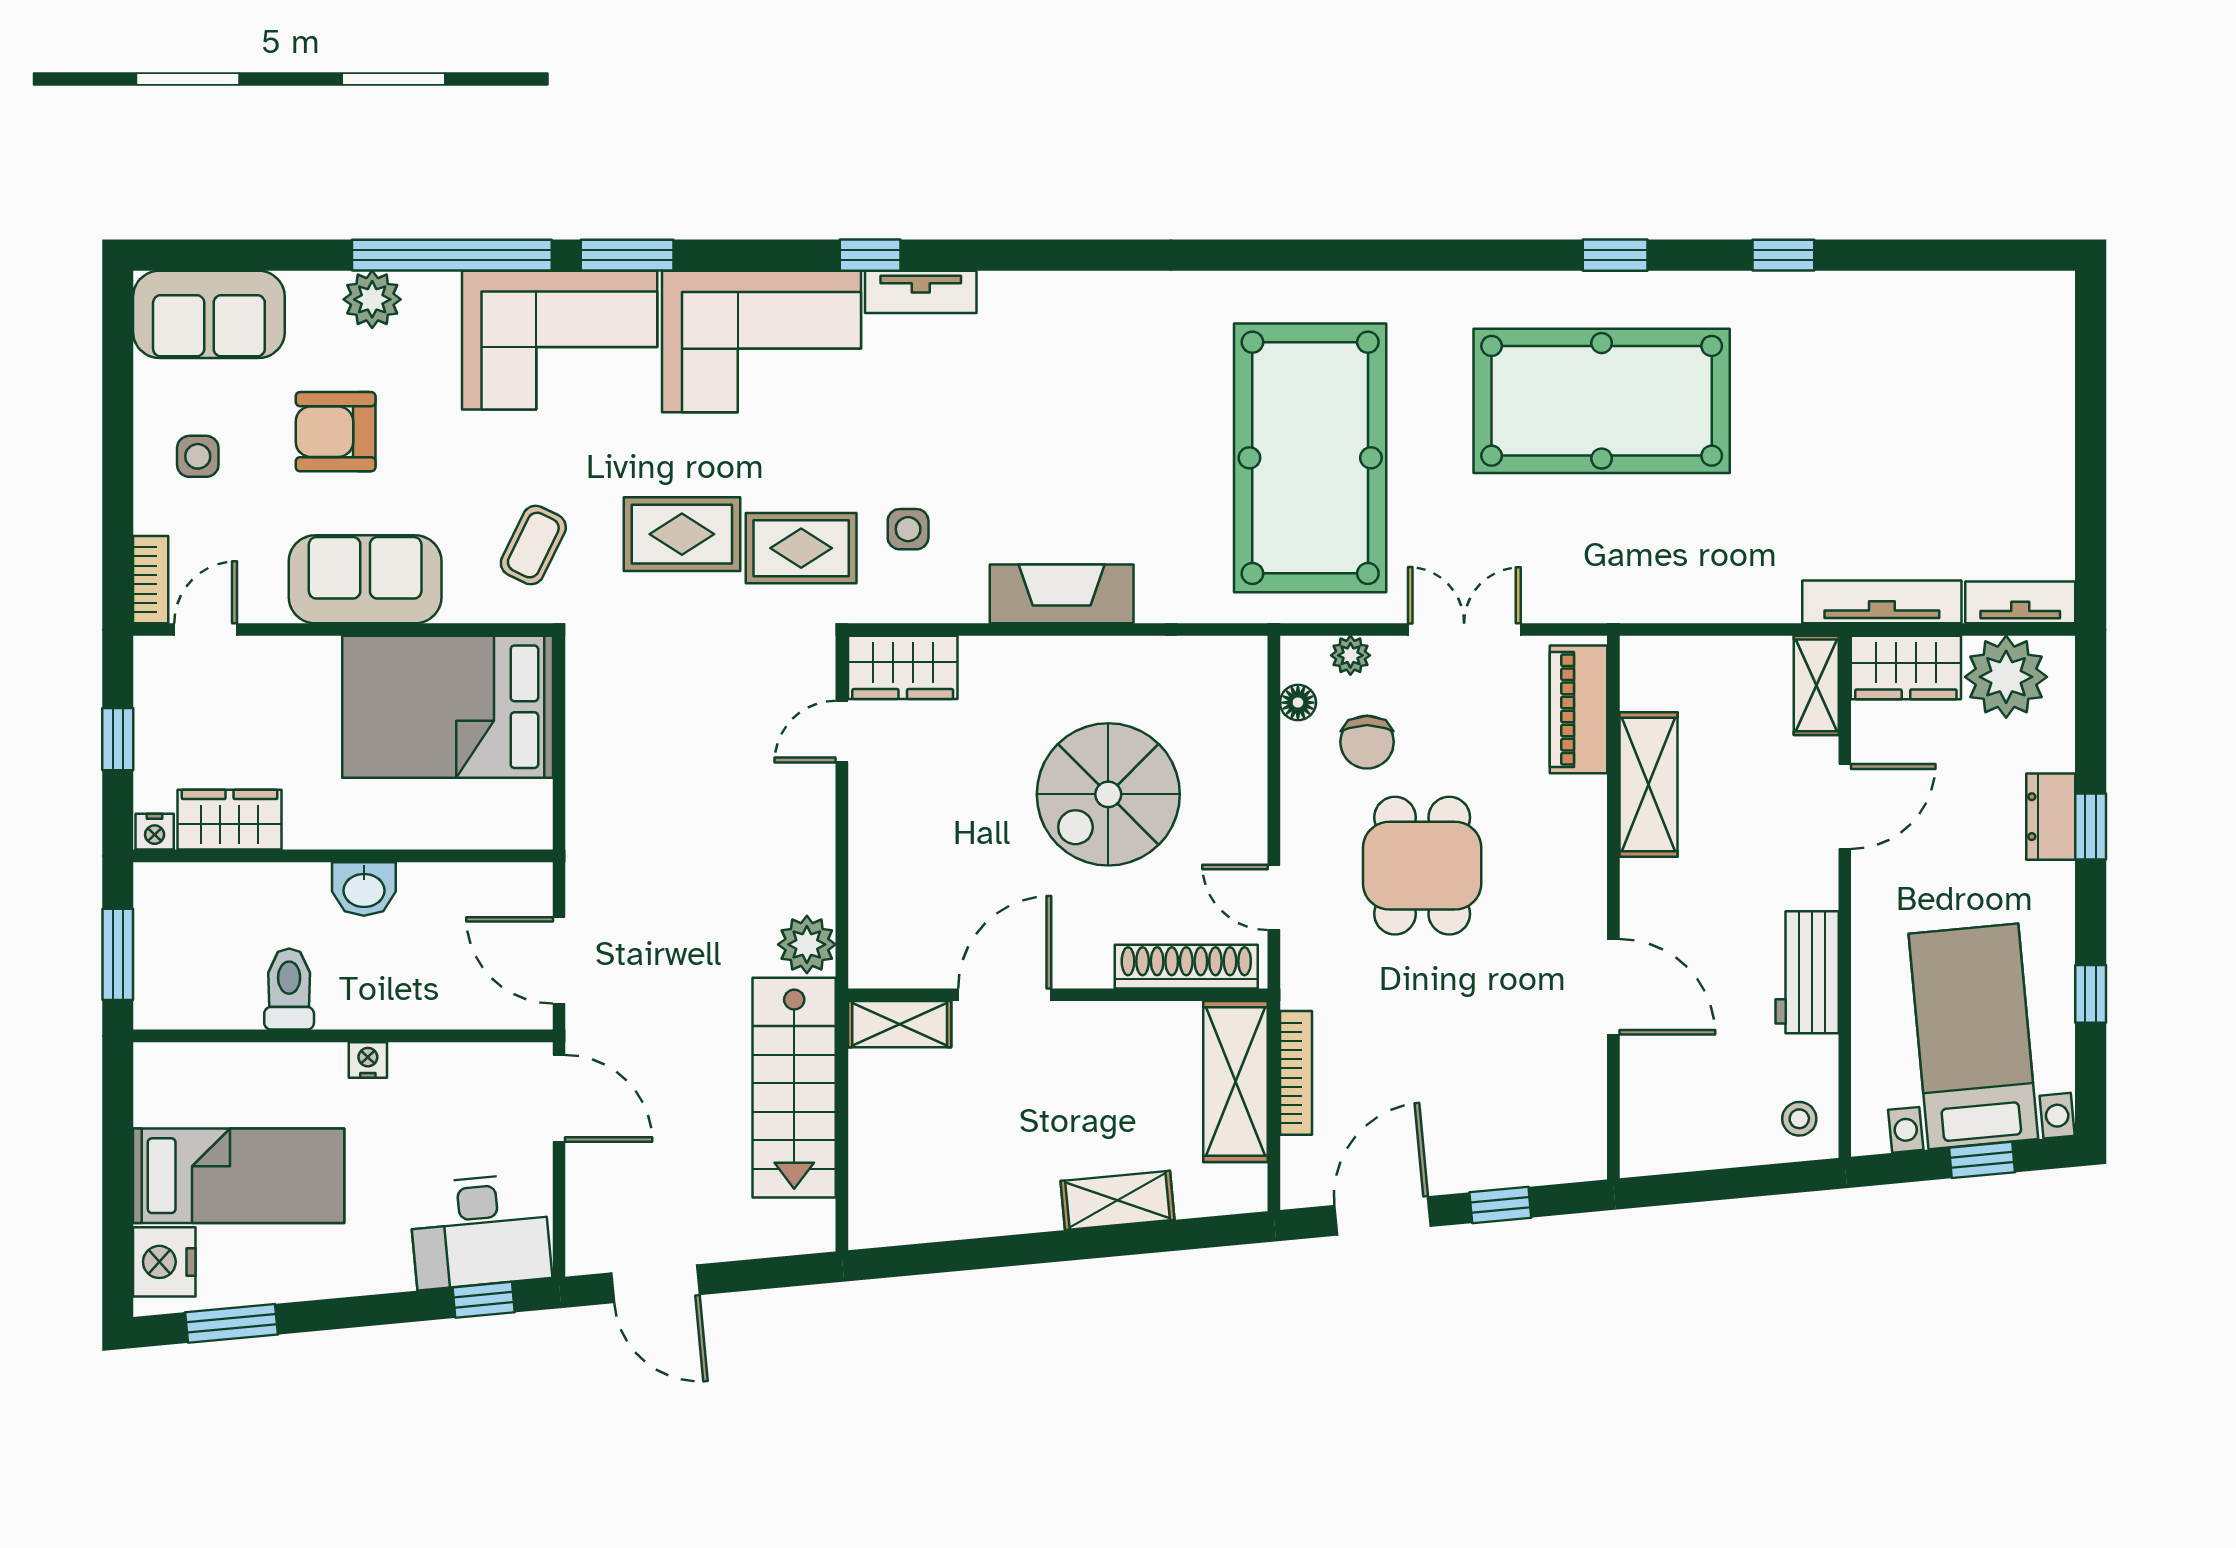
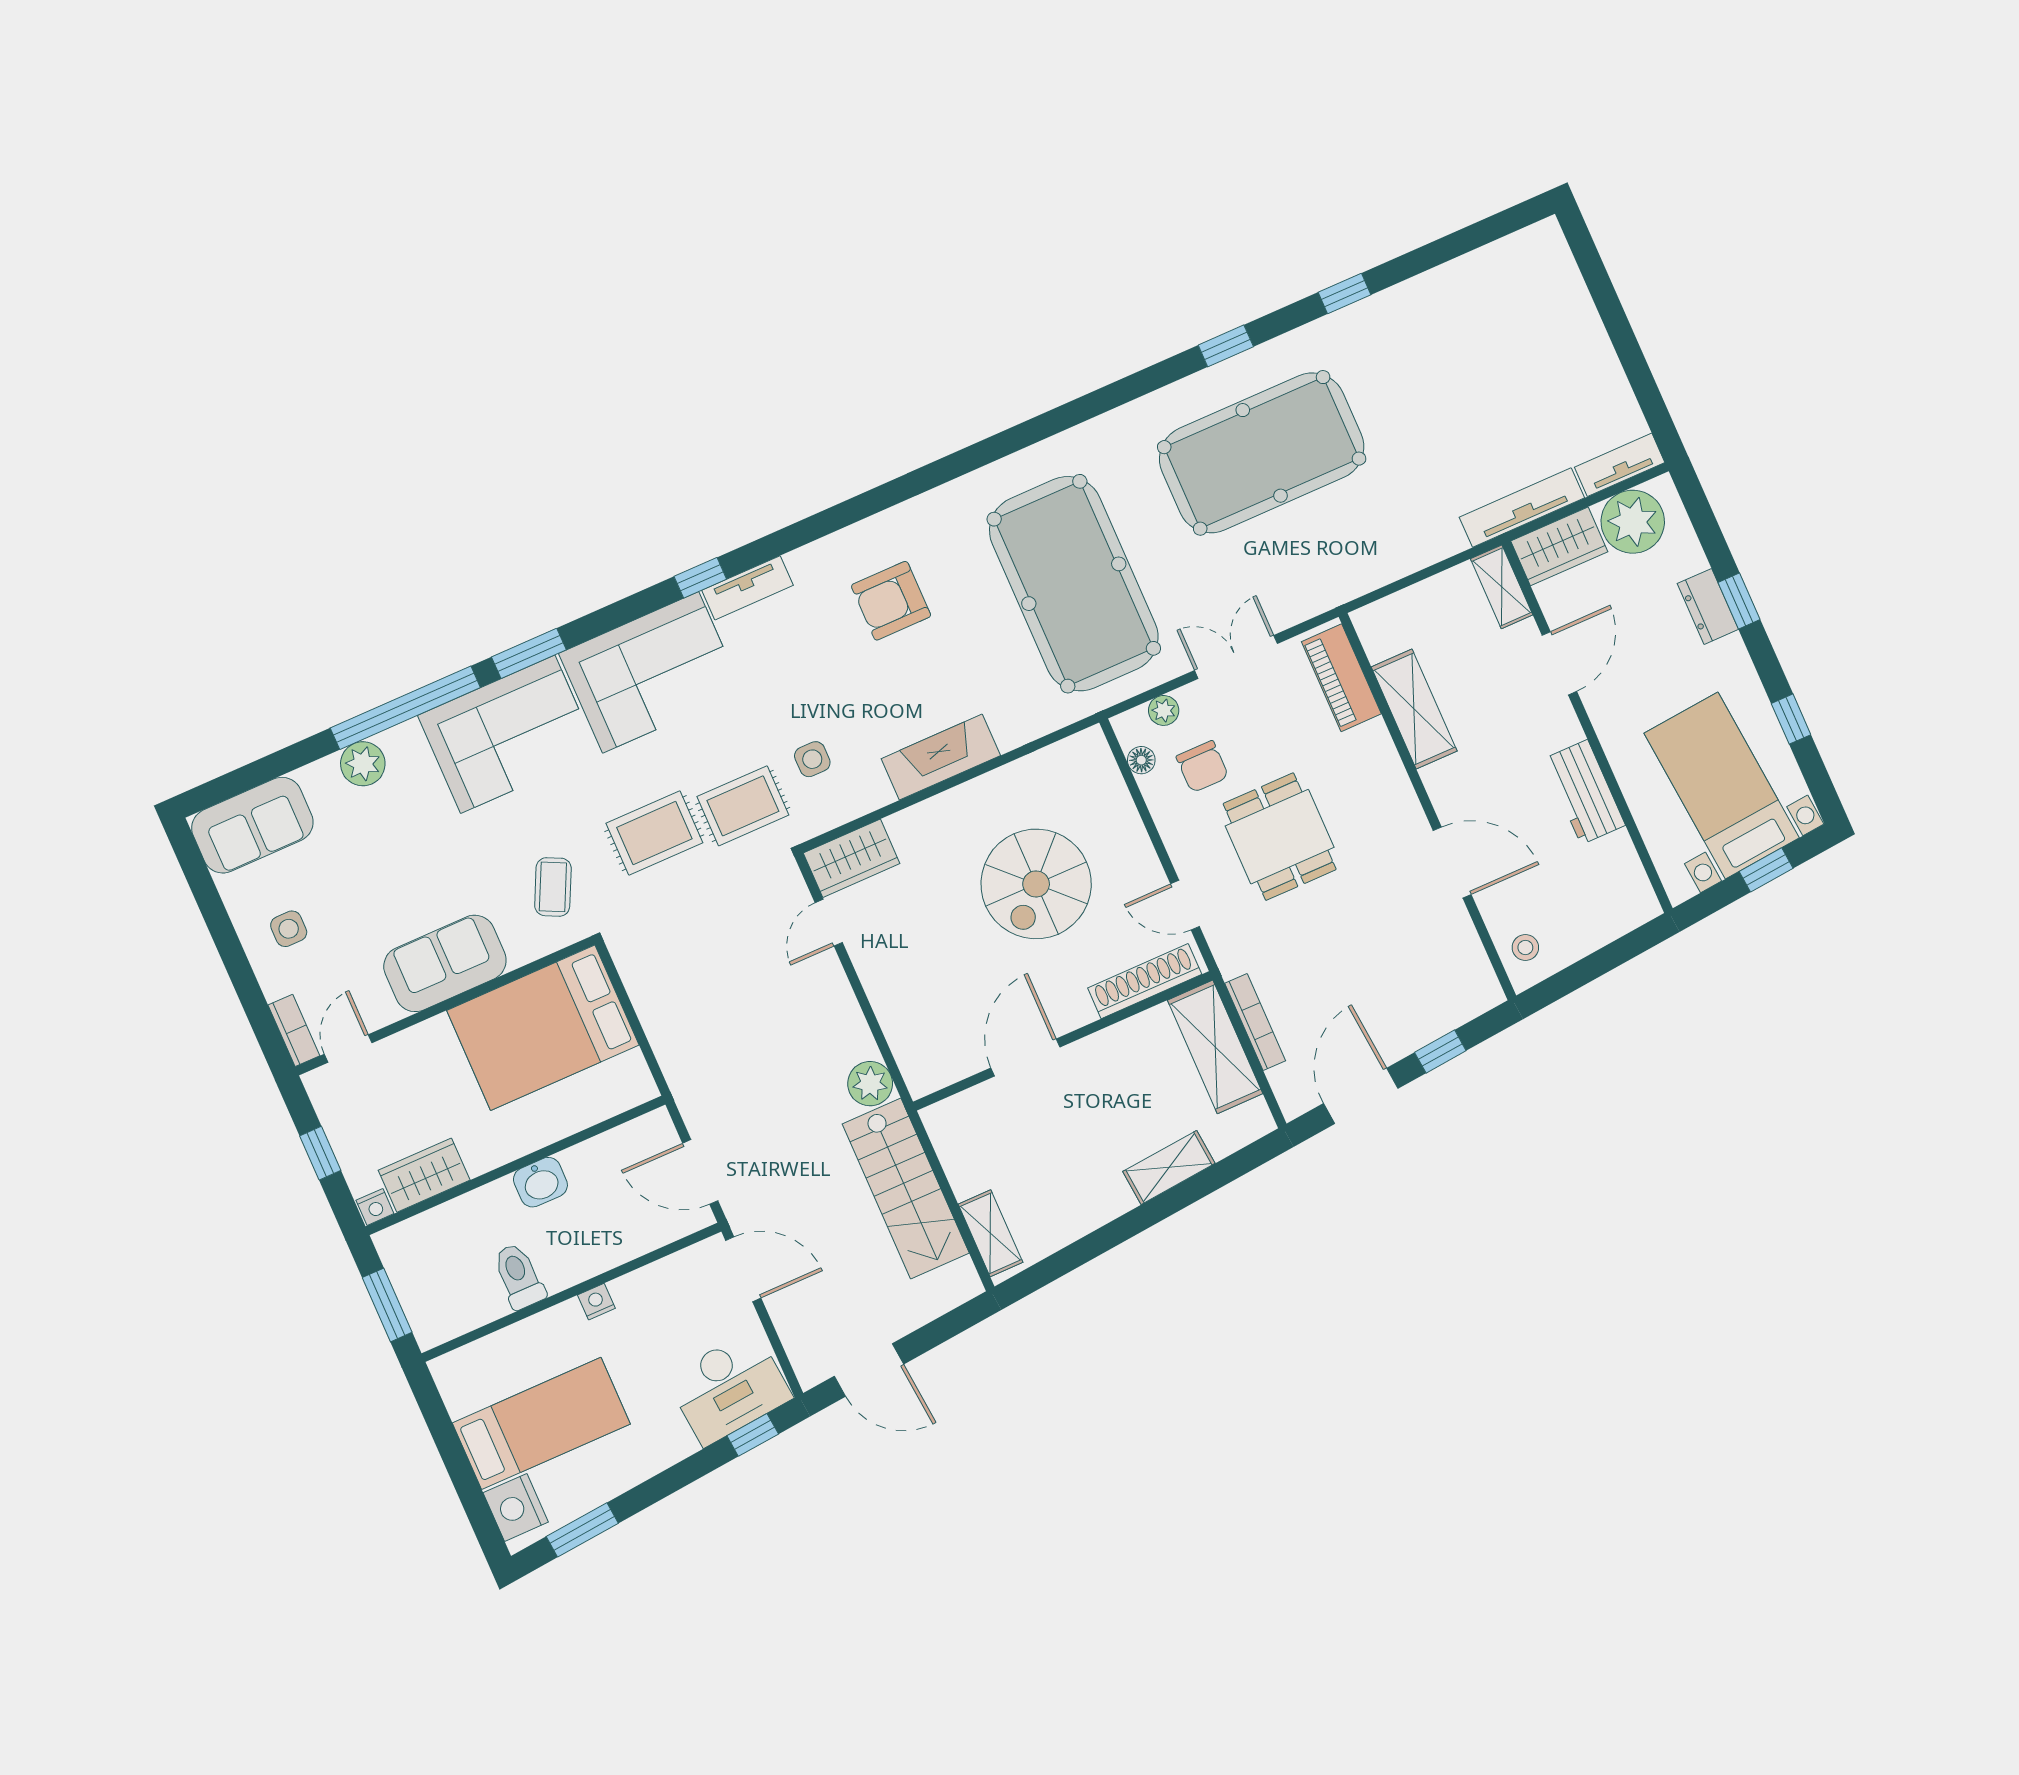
armchair: (336, 432) -> (891, 601), moved
shelving: (900, 1024) -> (990, 1233), moved, turned 90
stool: (1799, 1119) -> (1525, 947), moved

